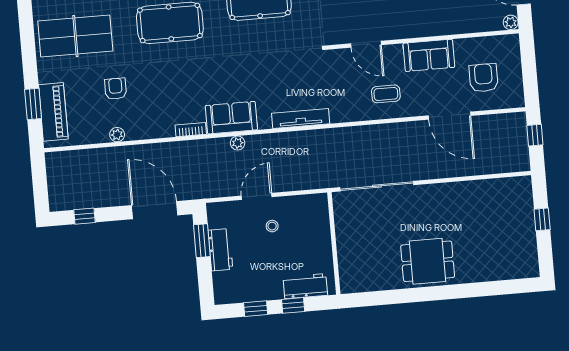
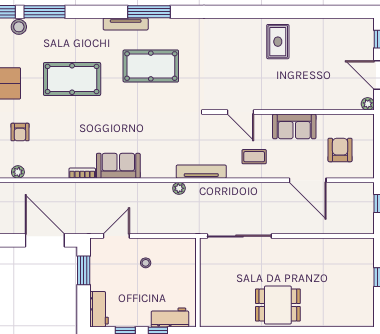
armchair: (116, 89) -> (20, 132), turned 180
tv unit: (301, 118) -> (201, 172), moved
plant: (238, 143) -> (179, 188), moved
door: (257, 196) -> (116, 236), moved
workbench: (220, 250) -> (99, 309), moved

